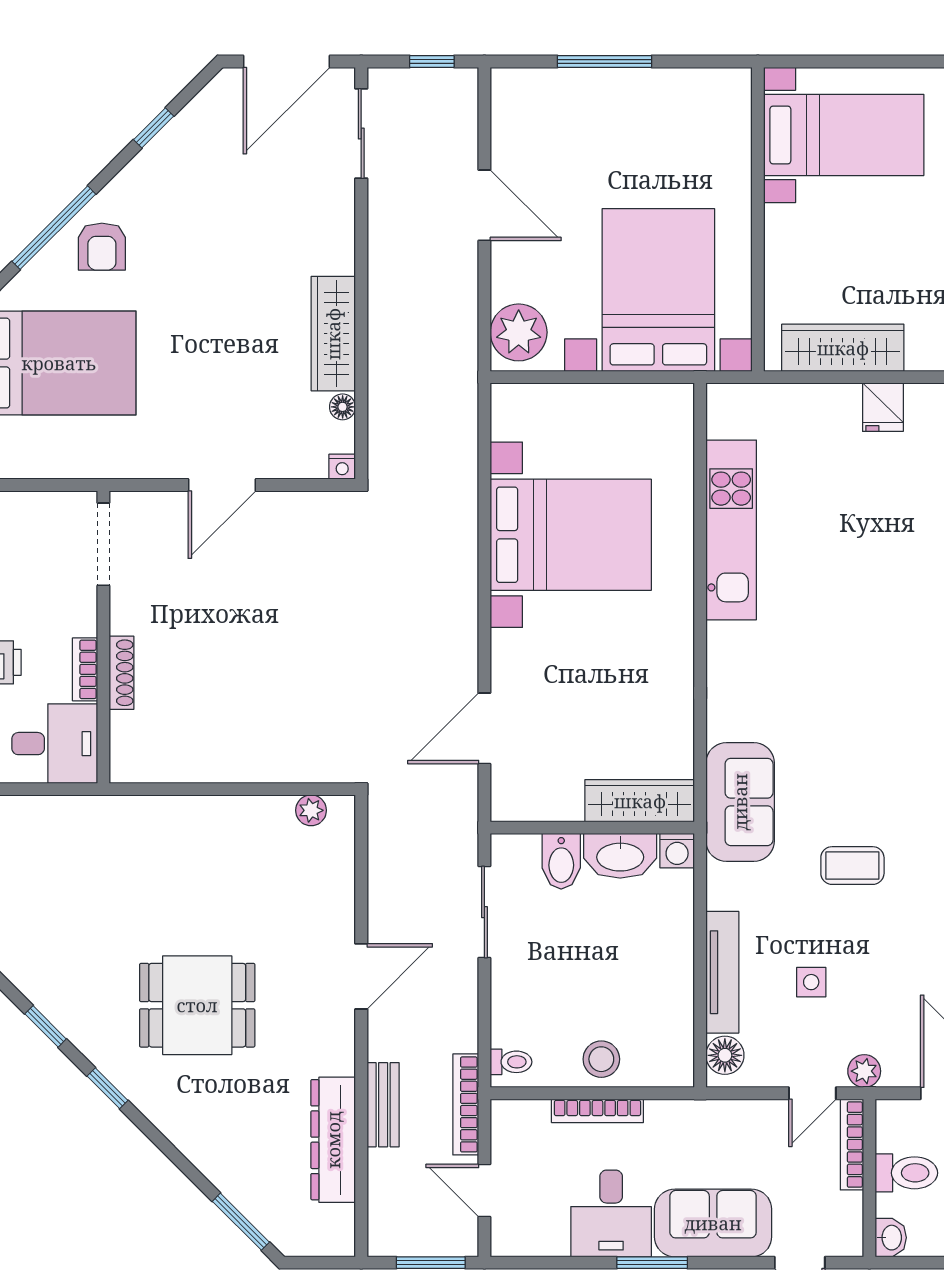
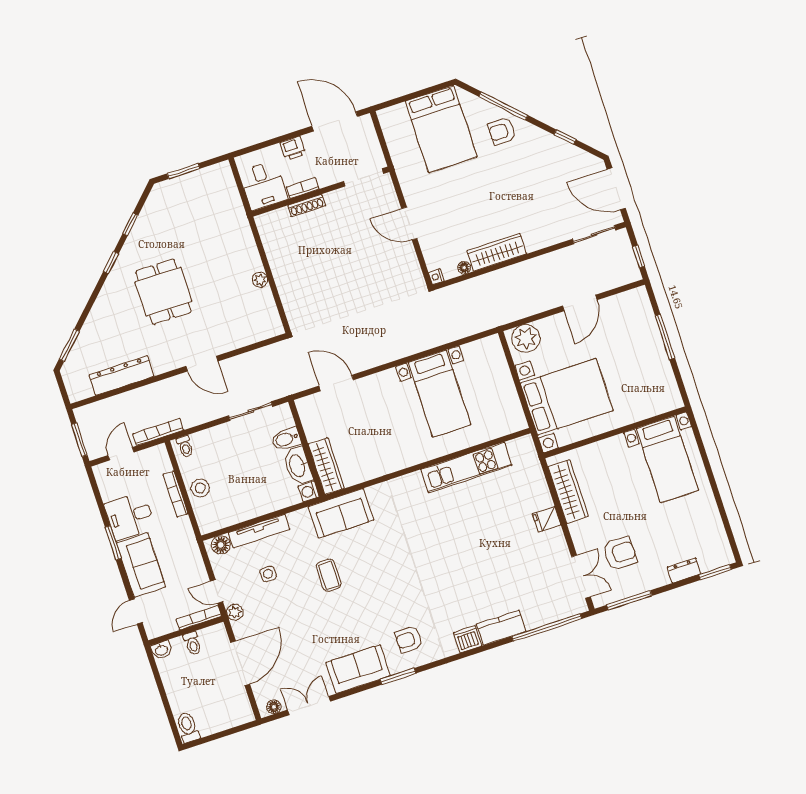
bed with nightstands: (571, 535) -> (440, 394), width x0.73
plant: (311, 810) -> (260, 280), moved
bench: (383, 1105) -> (145, 393), removed
toilet: (906, 1173) -> (193, 643), width x0.73, depth x0.72

